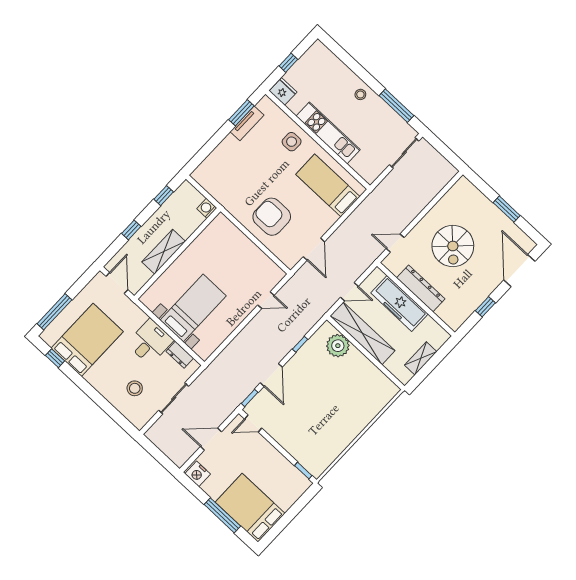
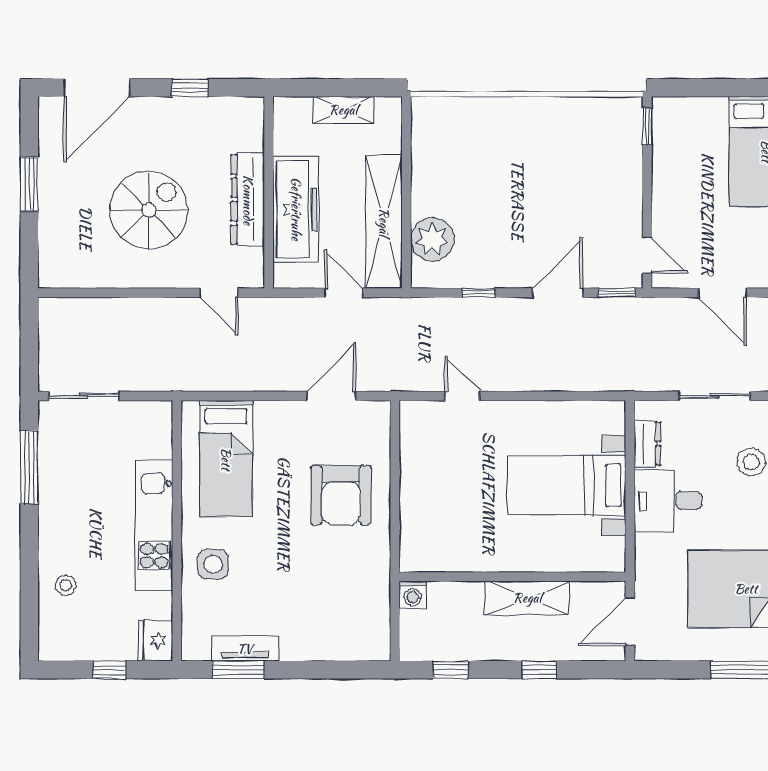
stool: (360, 94) -> (66, 585), moved

